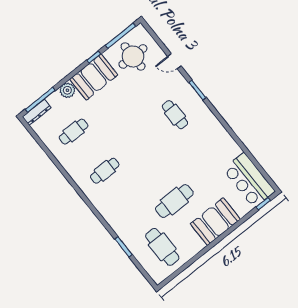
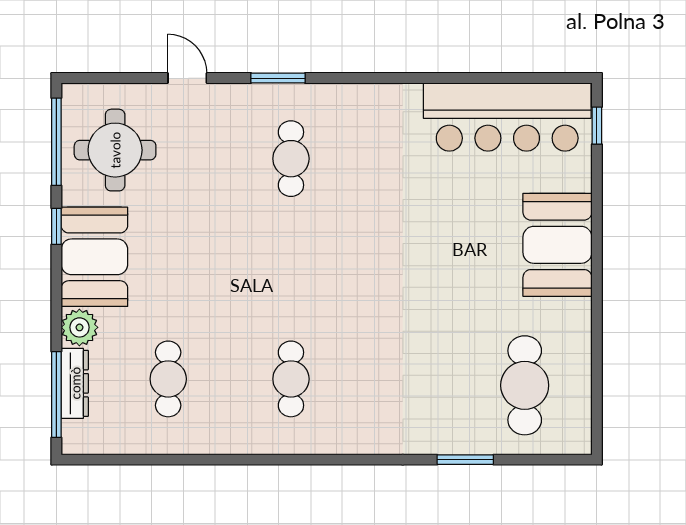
door: (174, 61) -> (187, 78), swing flipped
dresser: (37, 112) -> (75, 383), moved
cafe table: (175, 115) -> (291, 159), turned 90
bar counter: (249, 180) -> (507, 117), width x1.36
cafe table: (174, 201) -> (455, 292), removed
cafe table: (162, 247) -> (525, 385), turned 90

